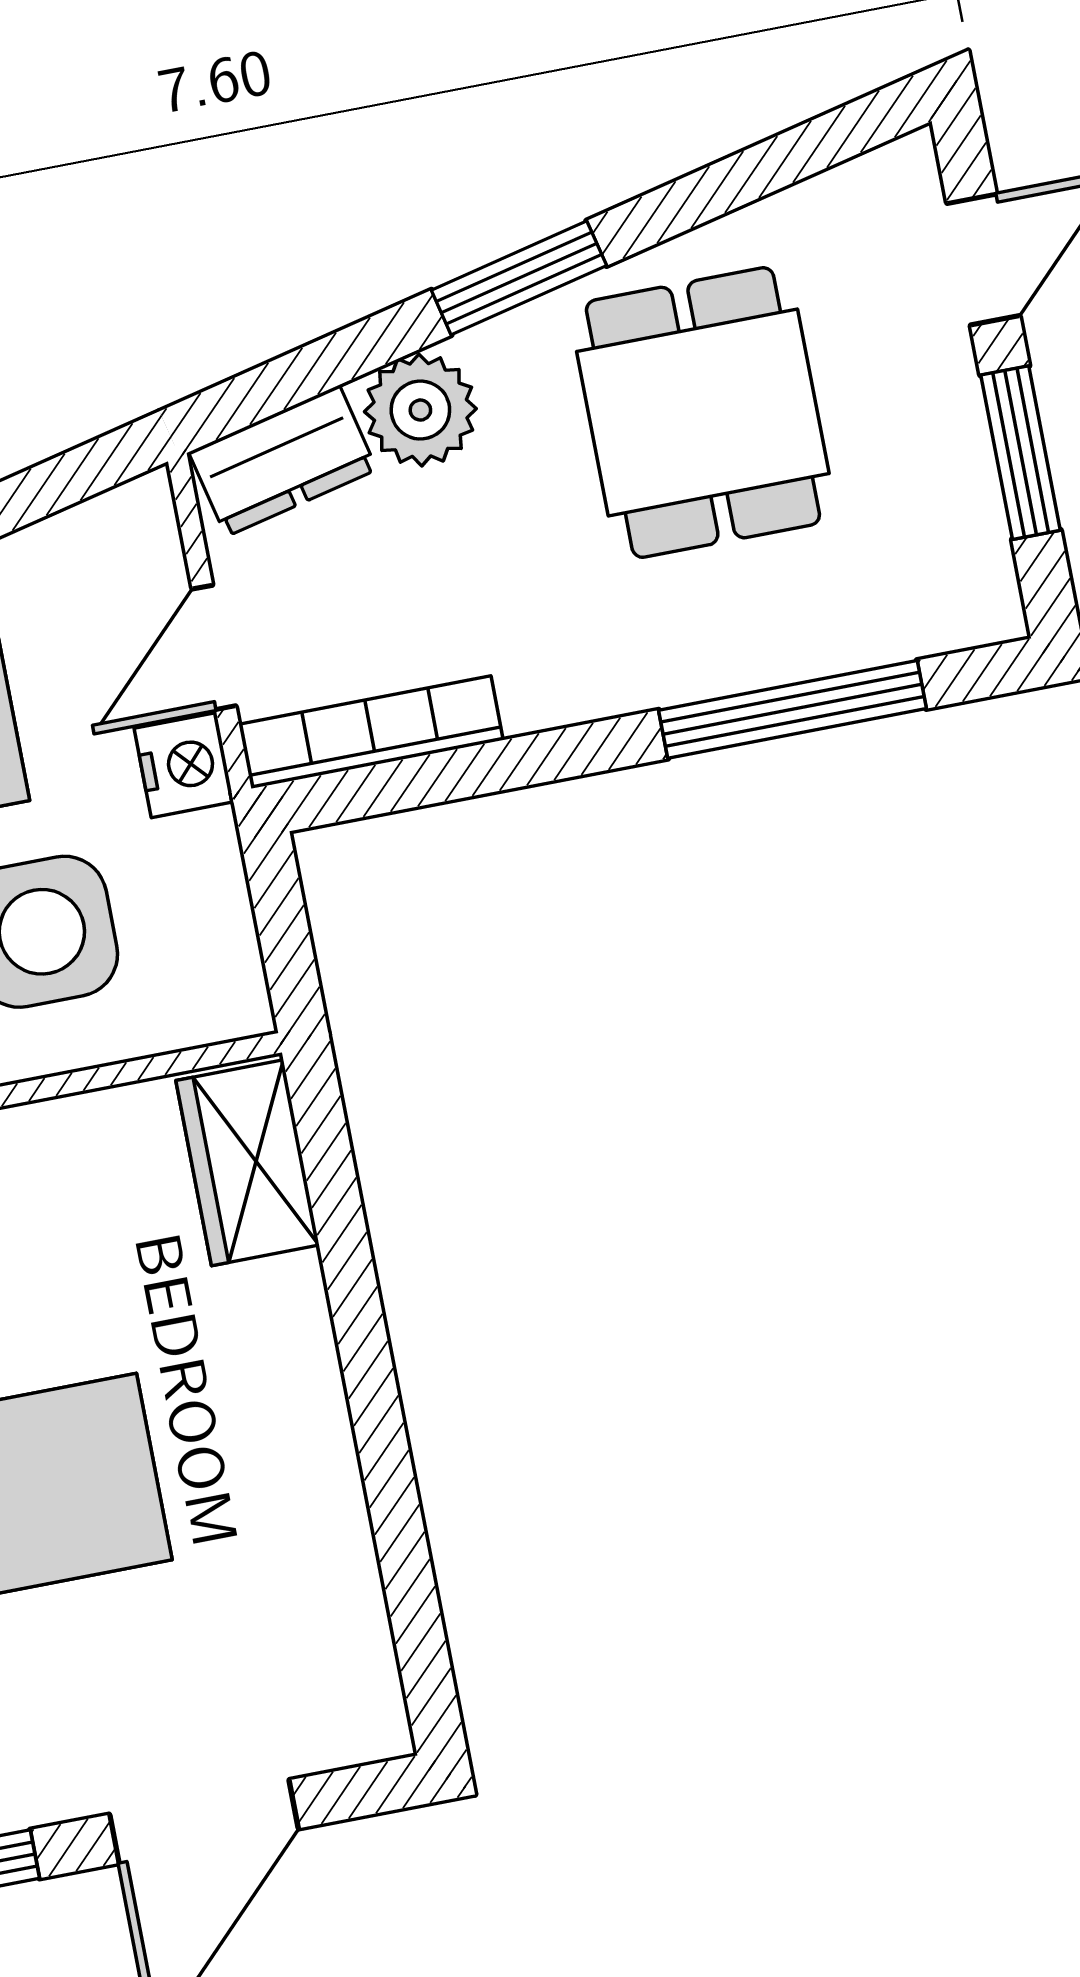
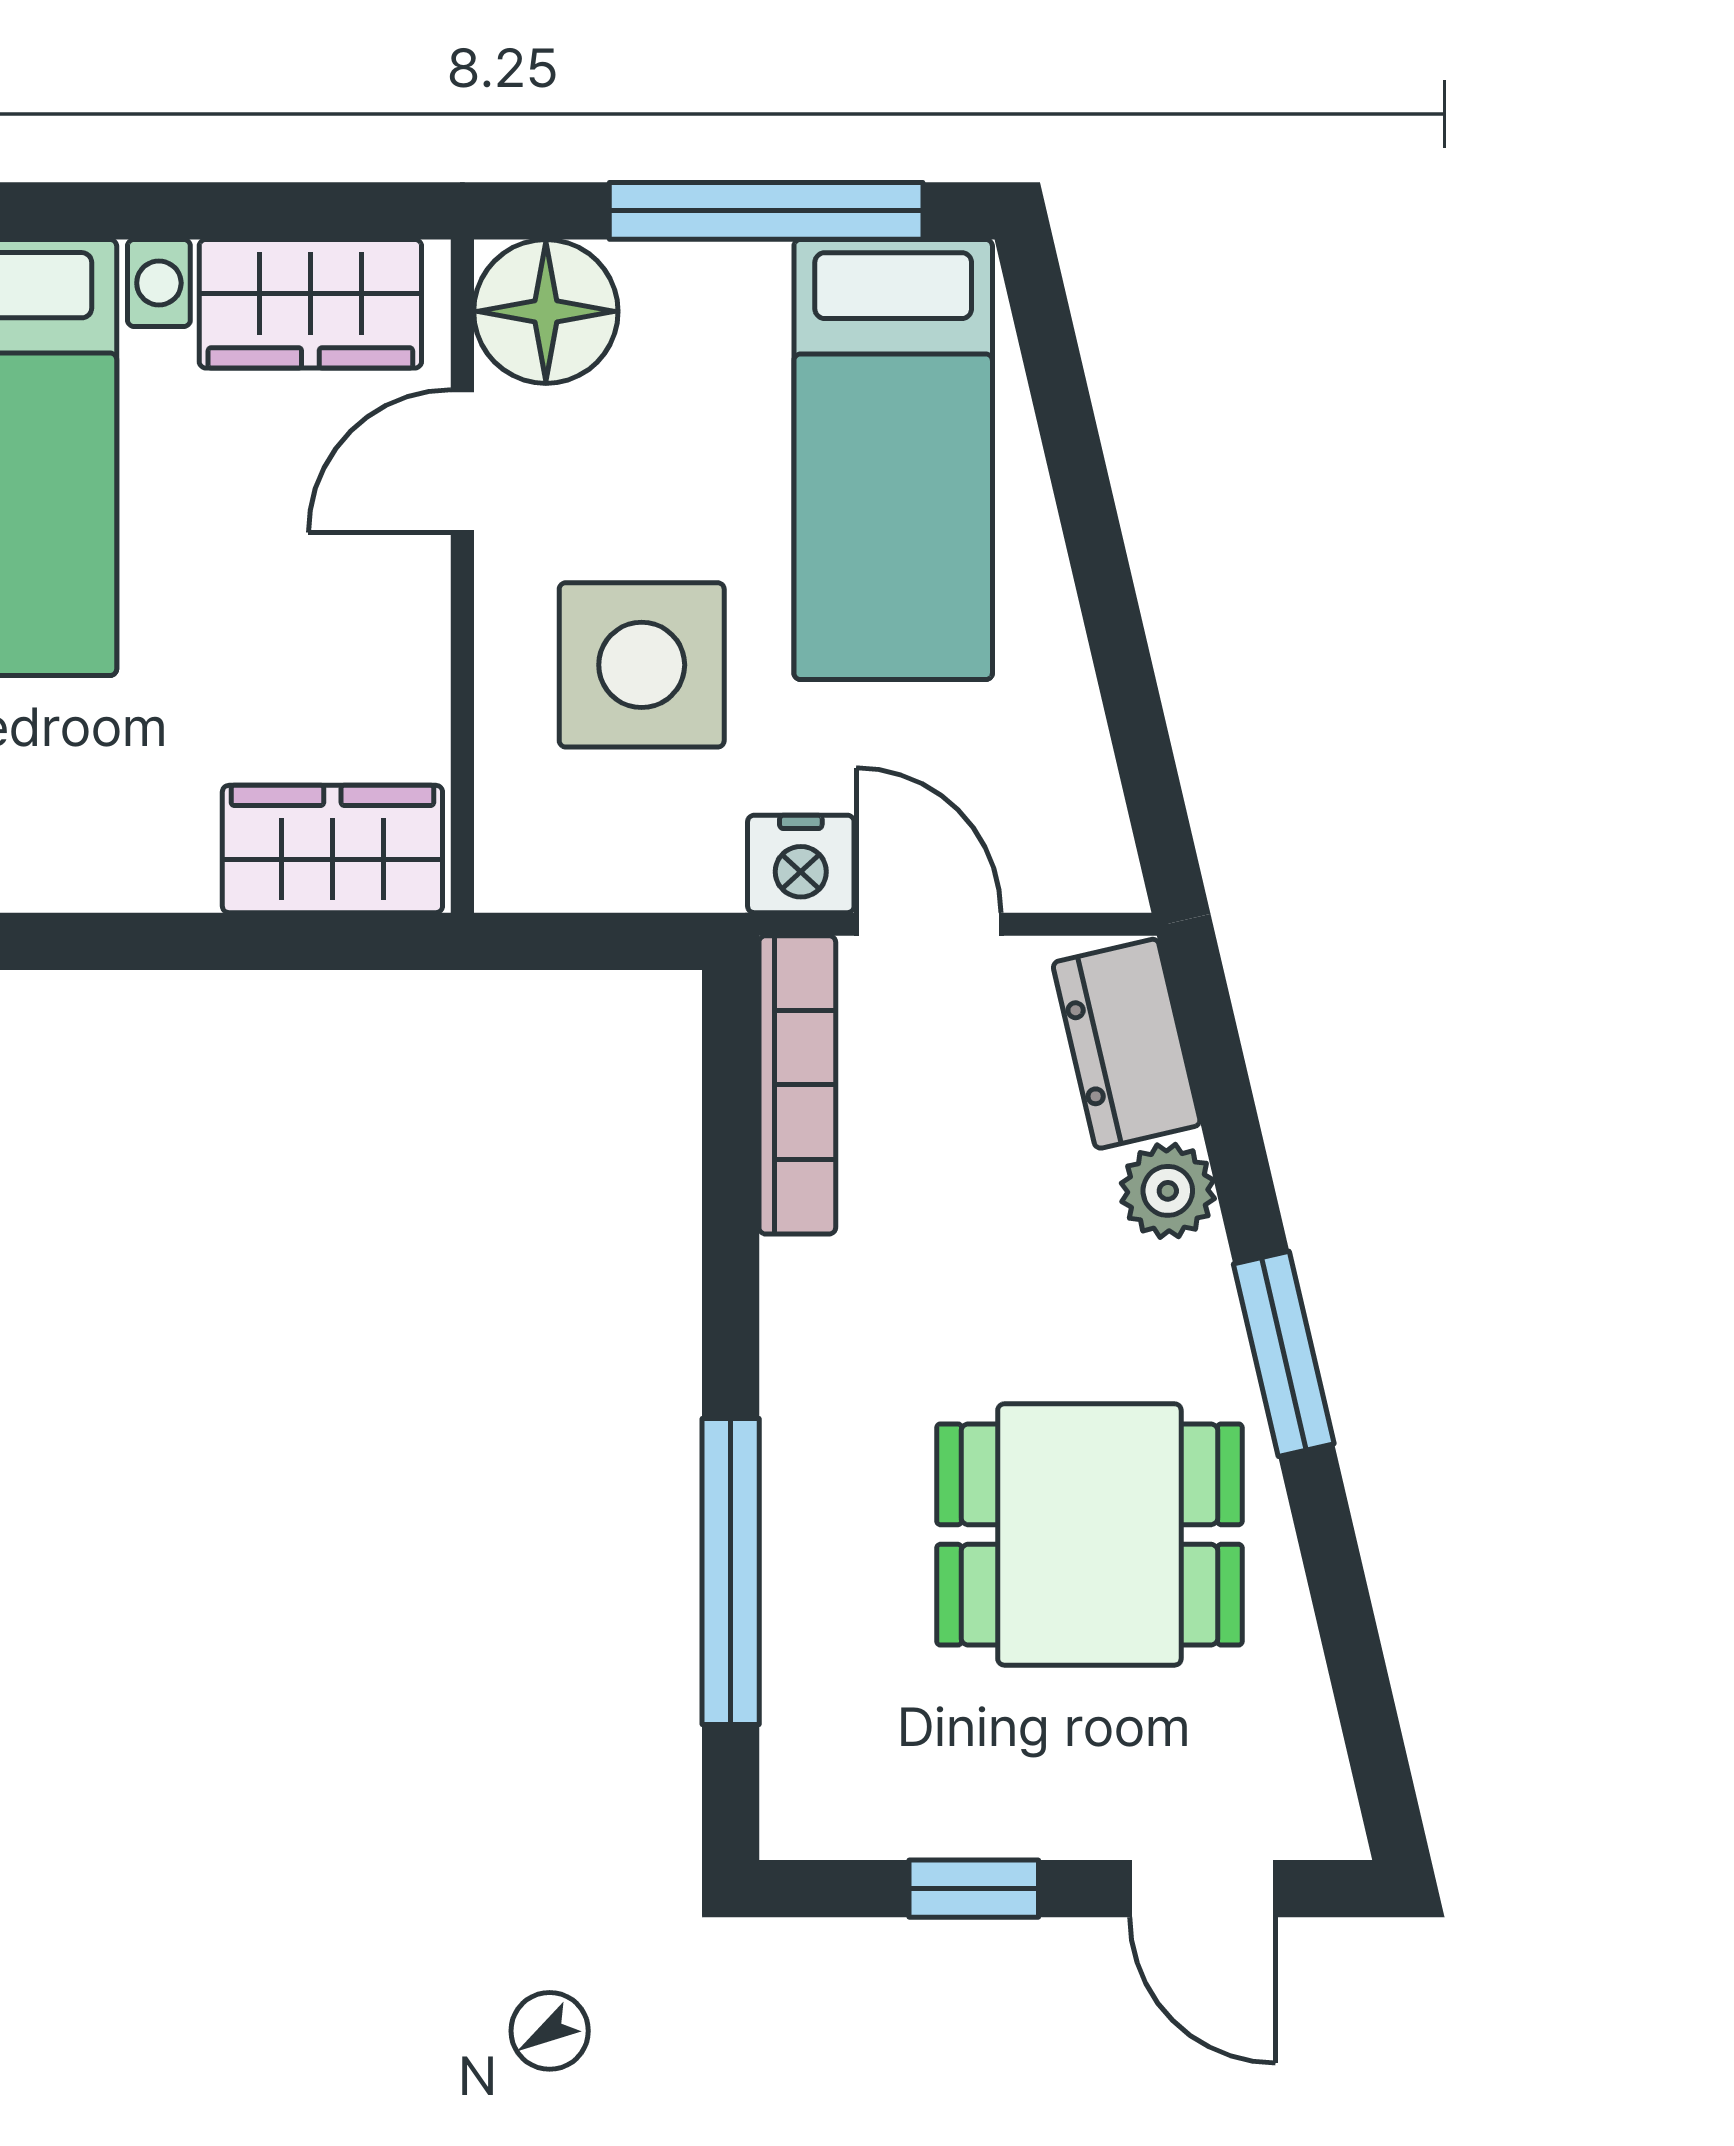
plant: (420, 410) -> (1168, 1191), width x0.73, depth x0.73
window: (1021, 453) -> (974, 1889), width x0.67

